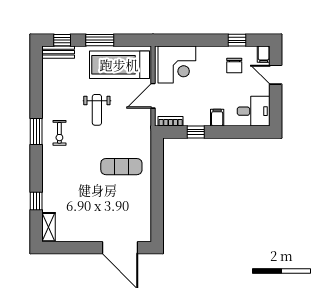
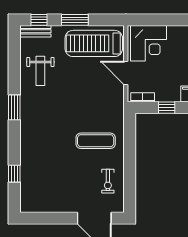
door: (153, 96) -> (126, 73), hinge flipped
weight bench: (97, 110) -> (40, 71), moved
exercise bike: (59, 133) -> (108, 181), moved
shelving: (49, 227) -> (26, 199), removed

